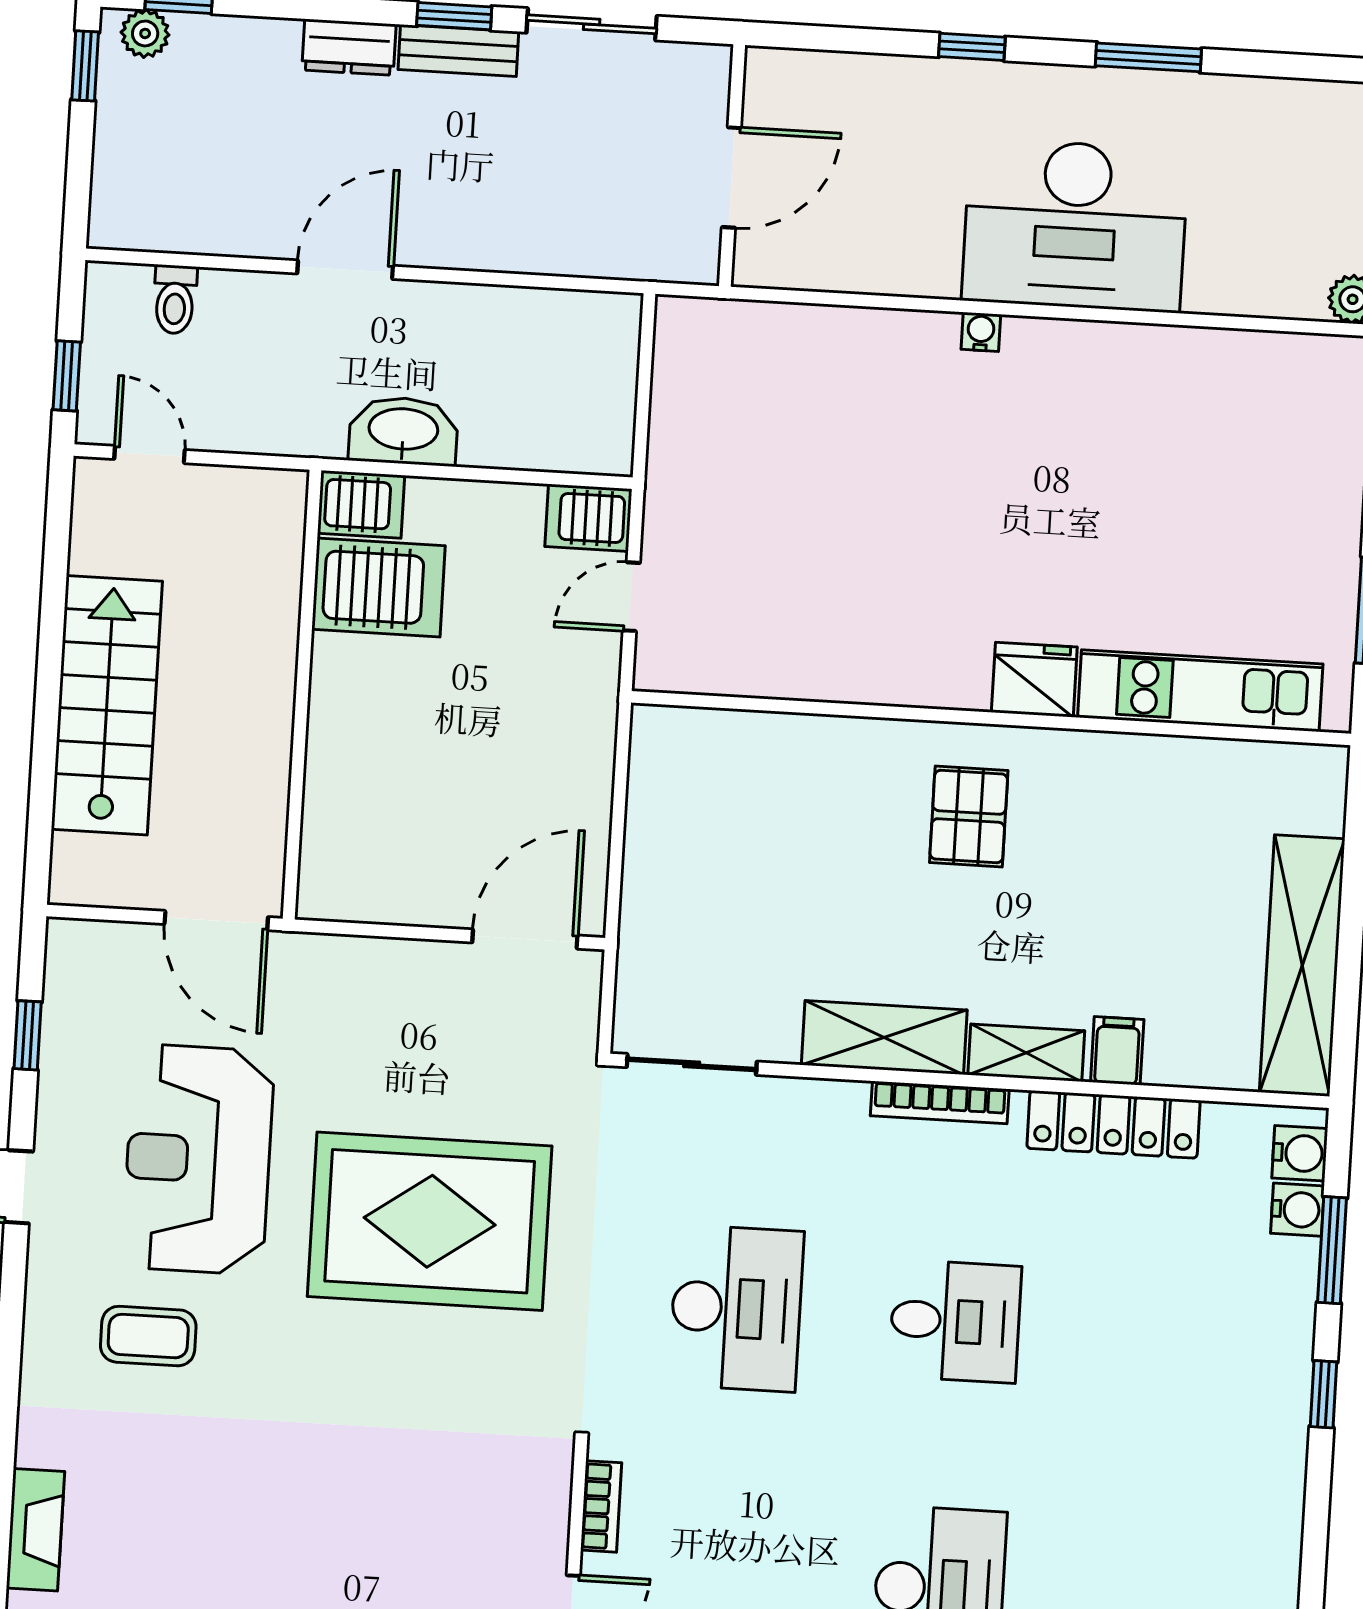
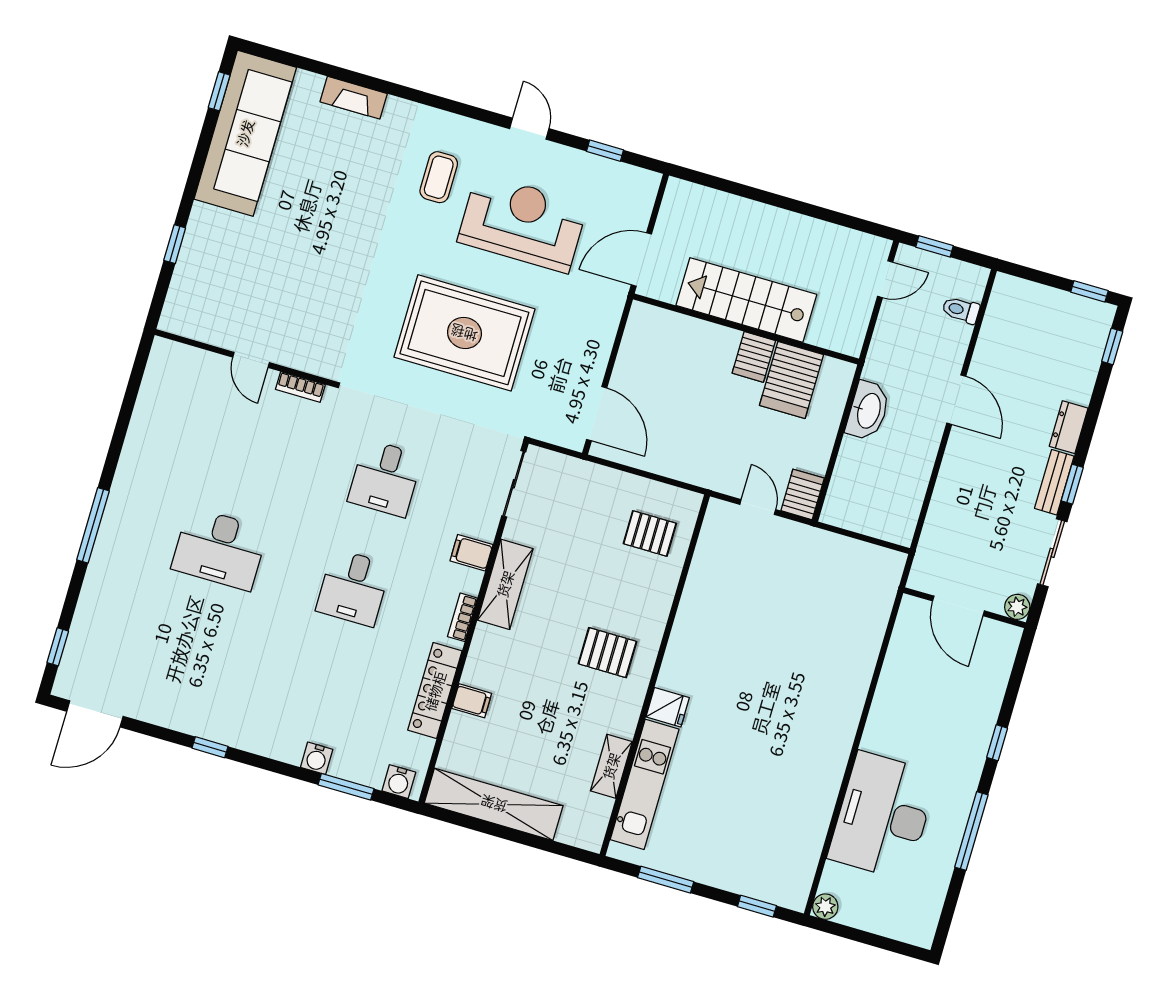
plant: (145, 33) -> (1017, 607), moved
window: (1148, 57) -> (971, 831), width x1.44
desk: (1075, 225) -> (883, 816), moved
water cooler: (981, 332) -> (852, 715), removed
server rack: (361, 504) -> (754, 357), moved
fridge: (1034, 680) -> (668, 707), width x0.72
stairs: (107, 705) -> (746, 300), moved, turned 180
pallet: (727, 788) -> (650, 533), added
shelving: (1026, 1053) -> (611, 766), moved
bookcase: (940, 1102) -> (462, 617), width x0.64
filing cabinet: (839, 1114) -> (471, 553), added
water cooler: (1297, 1210) -> (317, 758), moved
rug: (430, 1221) -> (464, 333), turned 90
desk: (736, 1308) -> (385, 478), width x0.73
window: (1323, 1394) -> (210, 747), moved

